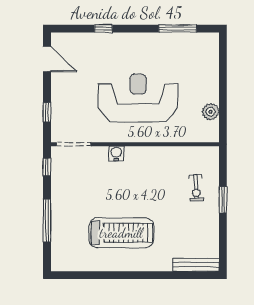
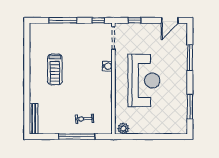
window: (103, 29) -> (190, 58), width x2.17
plant: (211, 112) -> (123, 128), moved
window: (223, 200) -> (77, 137), width x2.11
treadmill: (121, 233) -> (55, 69), width x0.73, depth x0.73

